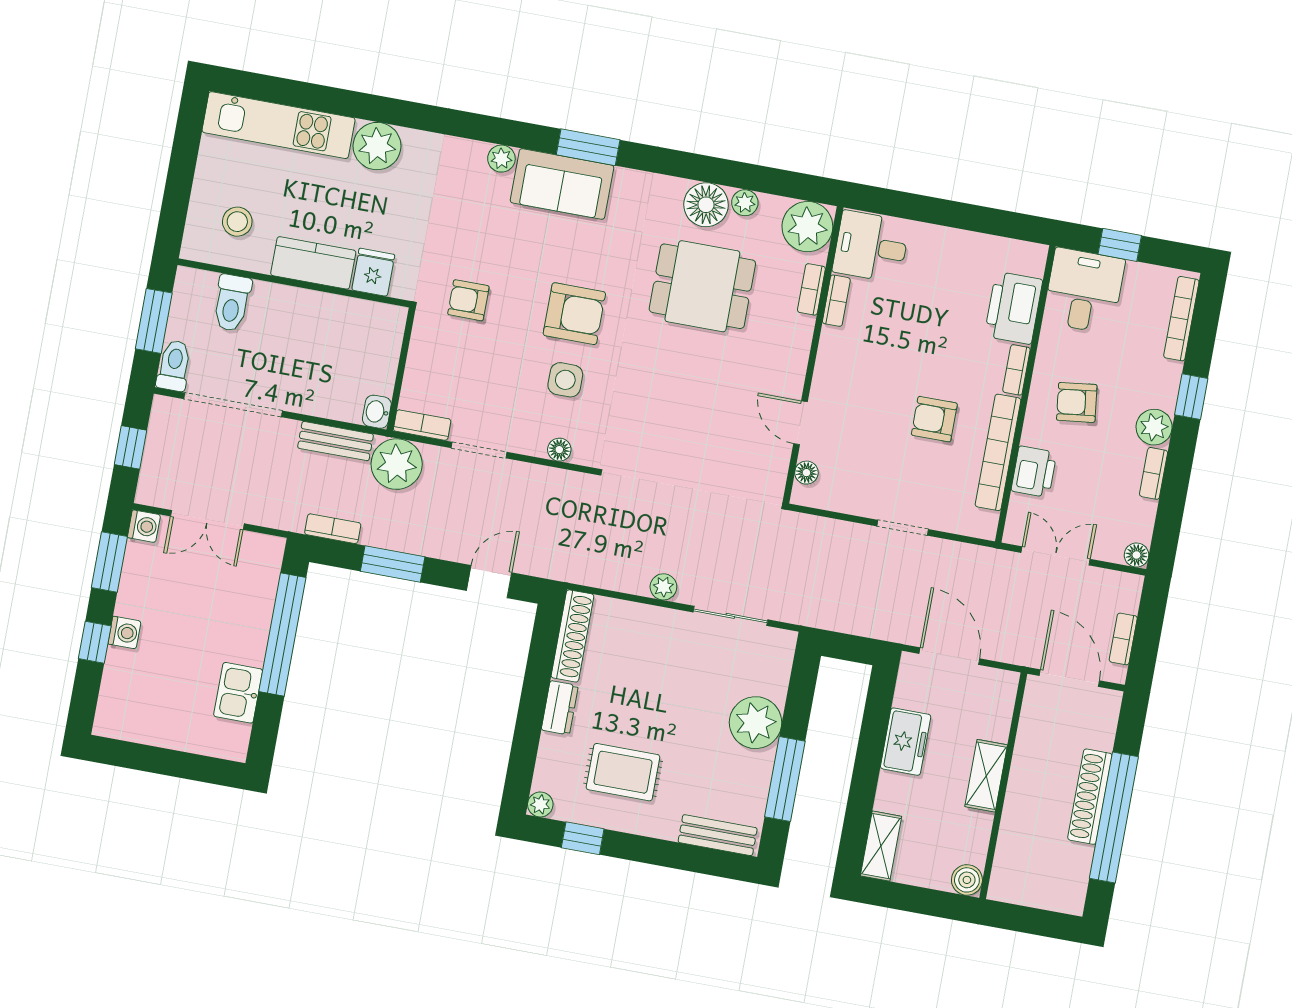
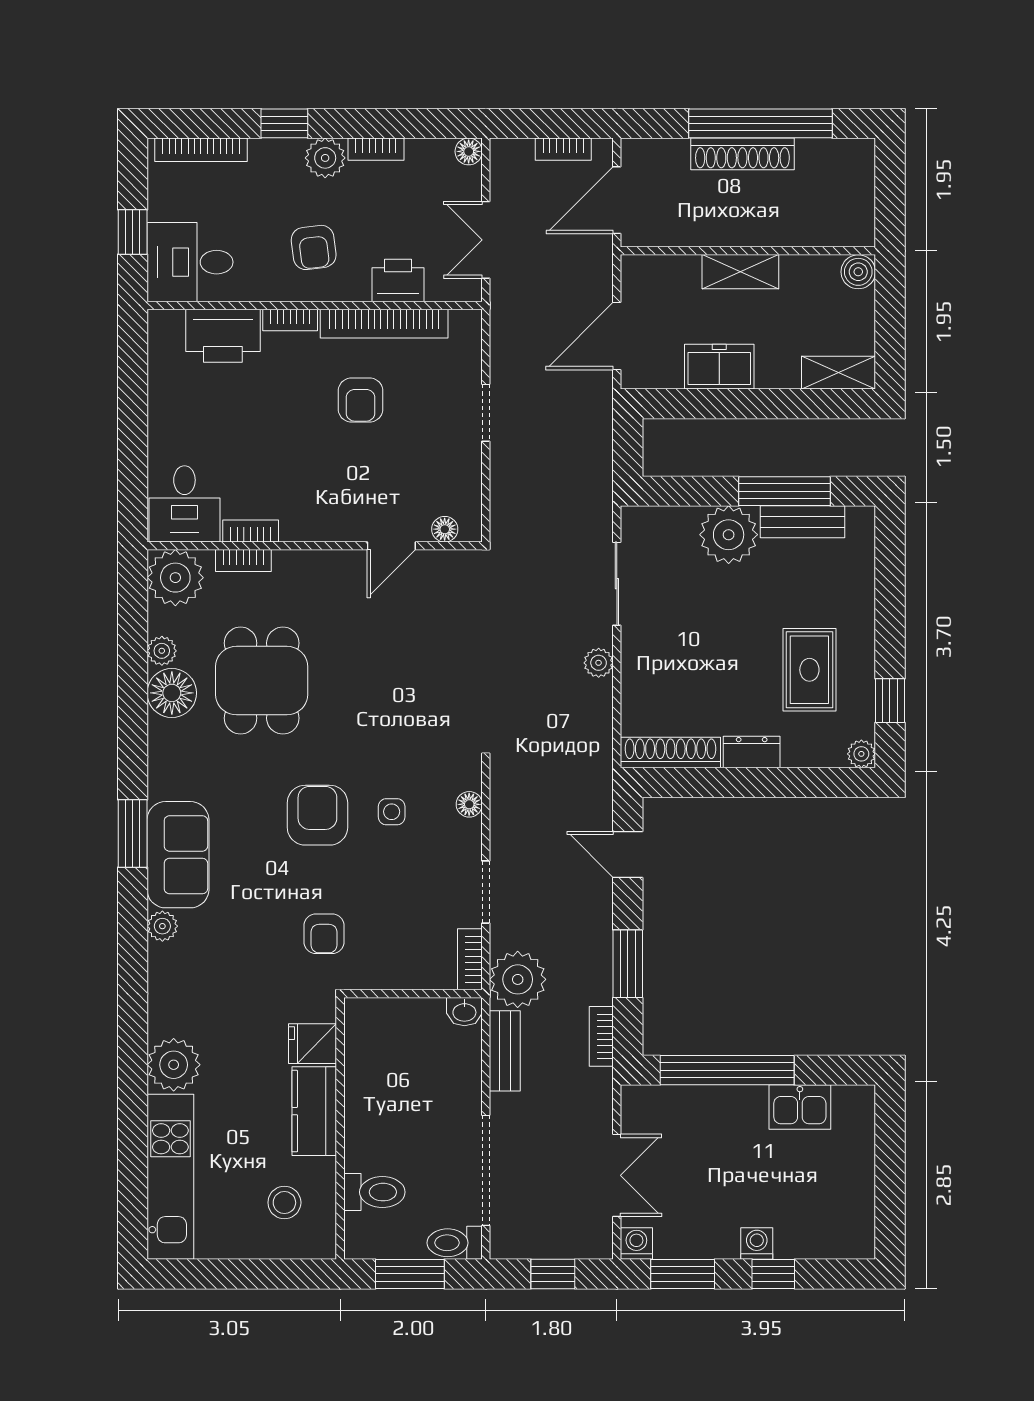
side table: (565, 380) -> (392, 812), width x0.73, depth x0.73
bench: (718, 835) -> (803, 522), moved, turned 90

